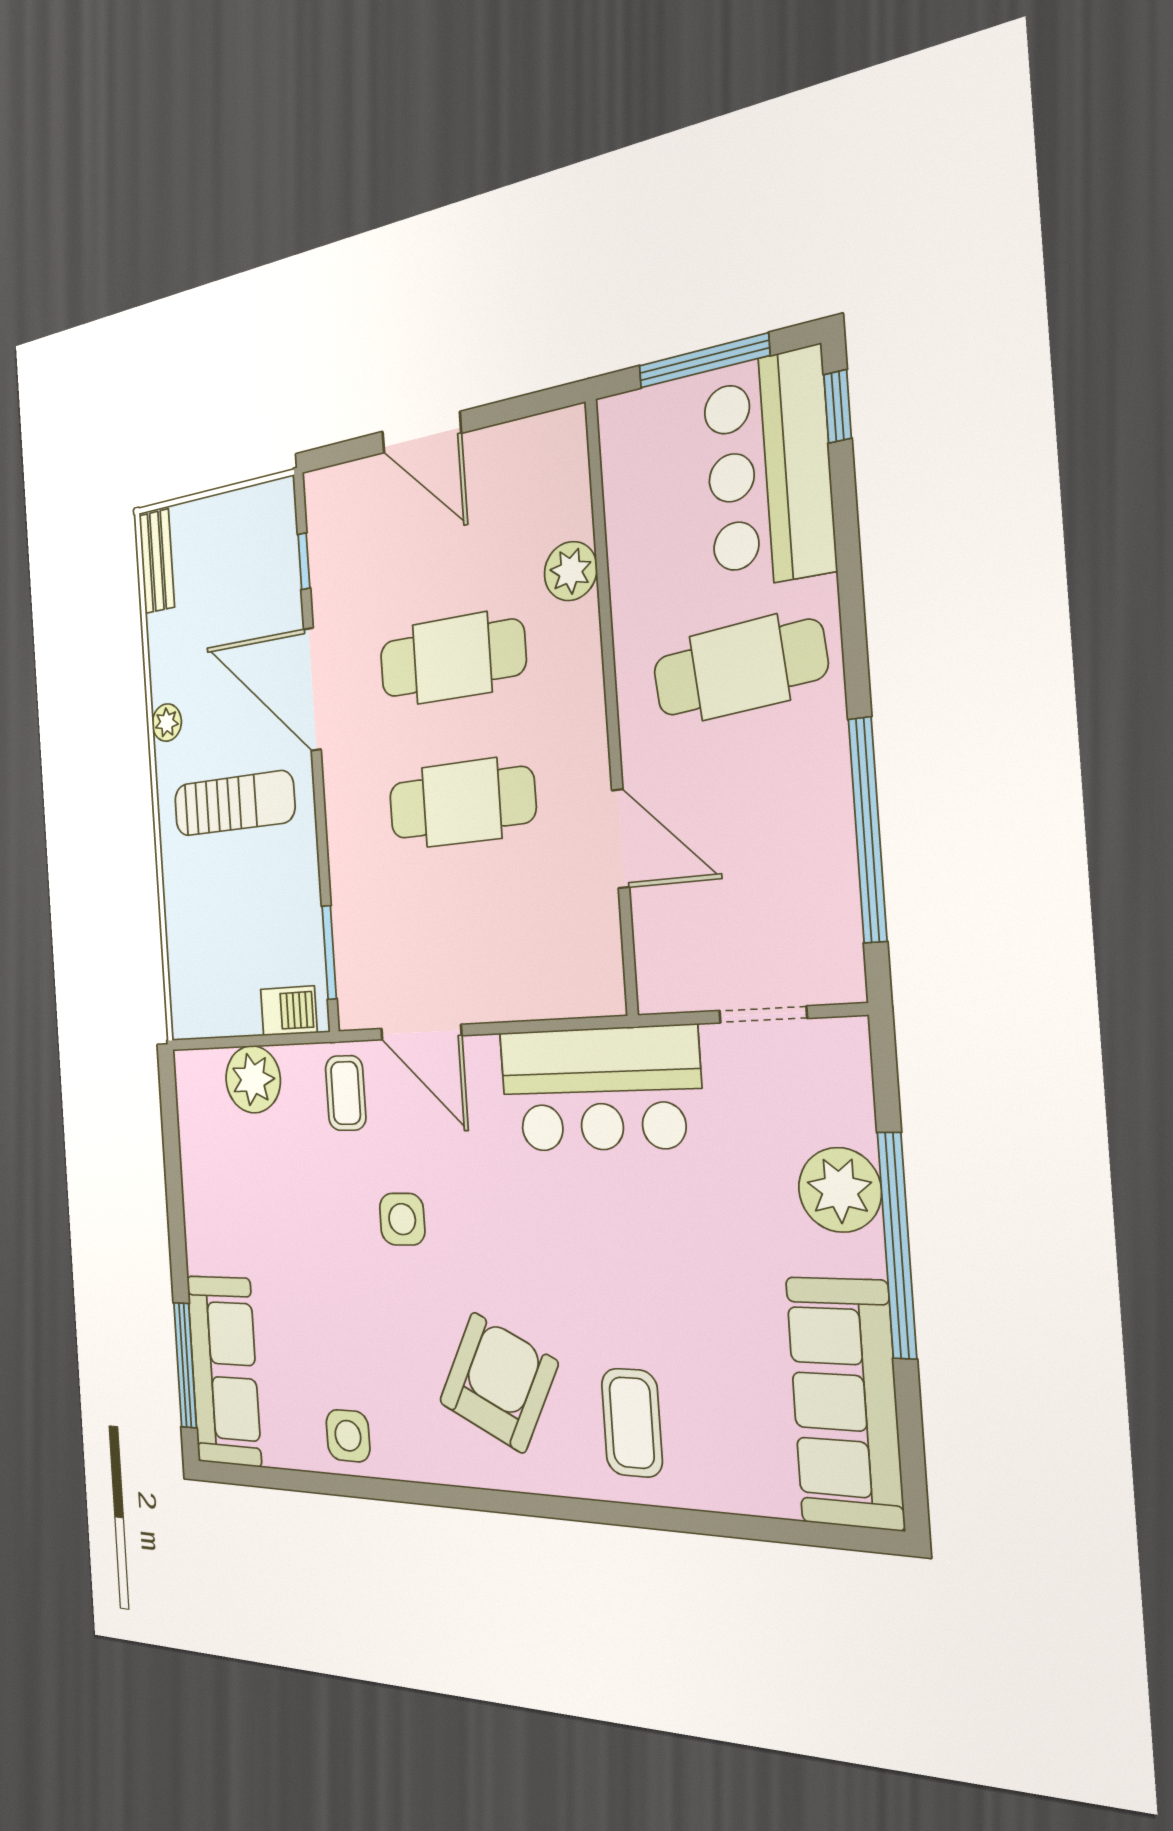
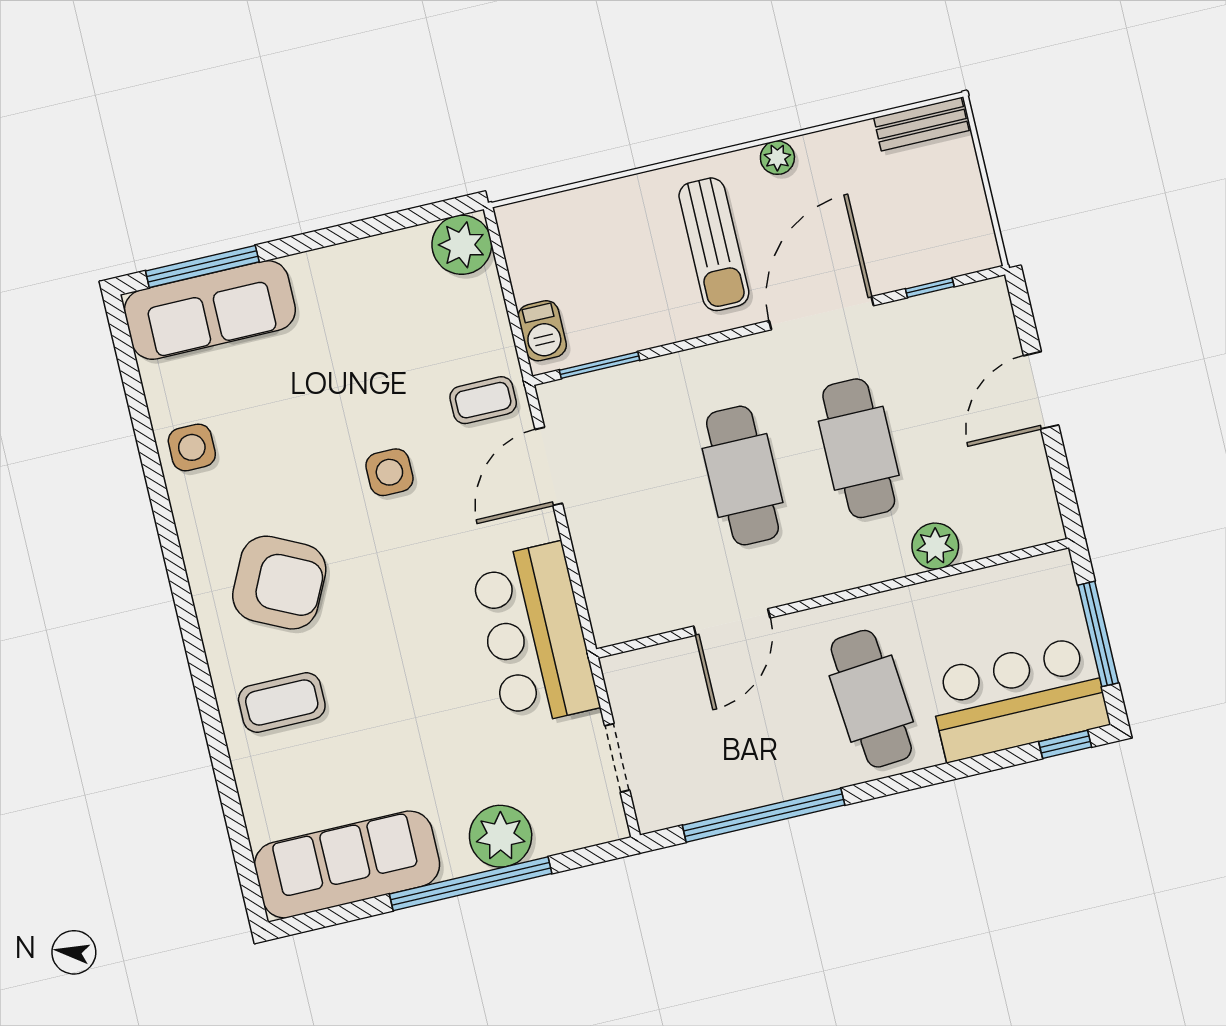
plant: (253, 1079) -> (462, 245), moved

